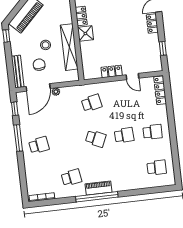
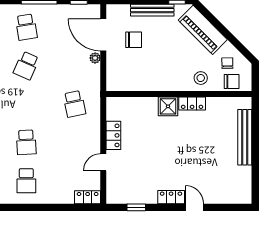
stool: (46, 45) -> (201, 78), moved
shelving: (69, 47) -> (152, 83), removed
bench: (18, 72) -> (152, 10), moved
locker: (160, 90) -> (88, 197), width x0.66
school desk: (96, 139) -> (26, 65), moved

